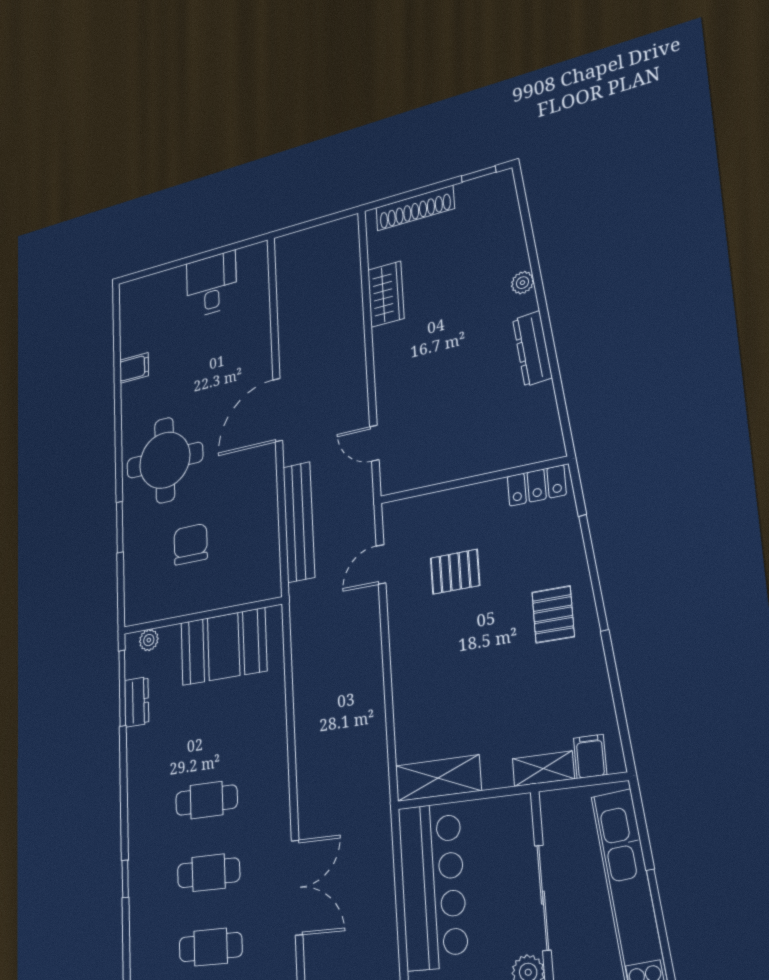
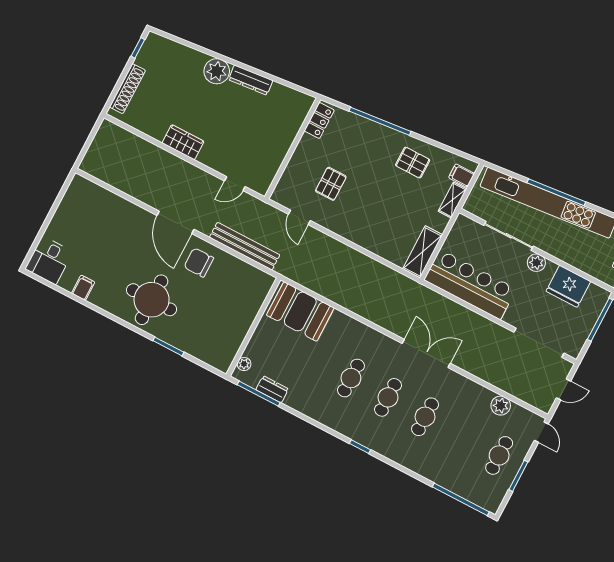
plant: (523, 283) -> (217, 71), width x1.87, depth x1.87
desk: (211, 285) -> (49, 260), moved, turned -90
wardrobe: (386, 294) -> (183, 142), moved
chair: (191, 544) -> (199, 262), moved
pallet: (553, 614) -> (413, 163), moved
booth: (224, 647) -> (300, 311), moved, turned 90

